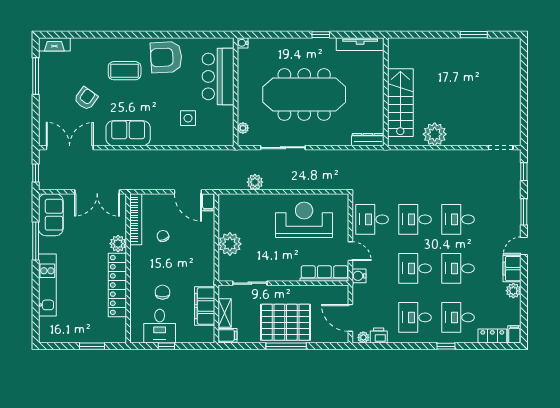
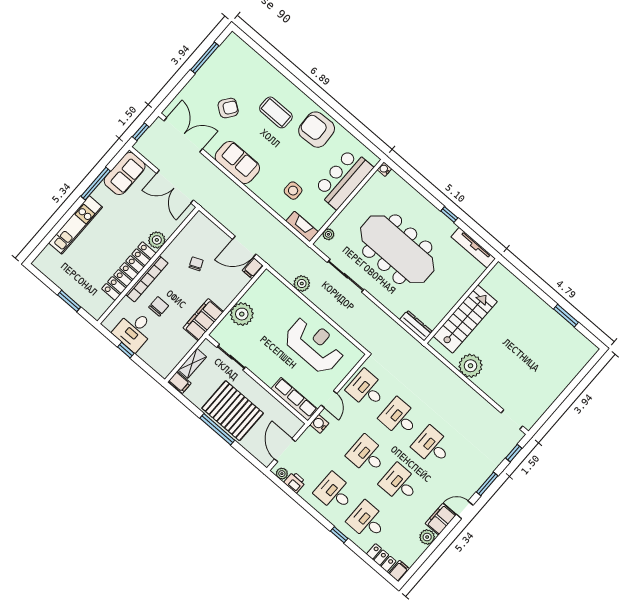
fireplace: (54, 44) -> (302, 226), moved, turned 180
door: (188, 192) -> (244, 247), hinge flipped
bookcase: (136, 219) -> (147, 279), moved
filing cabinet: (205, 306) -> (203, 320), moved

